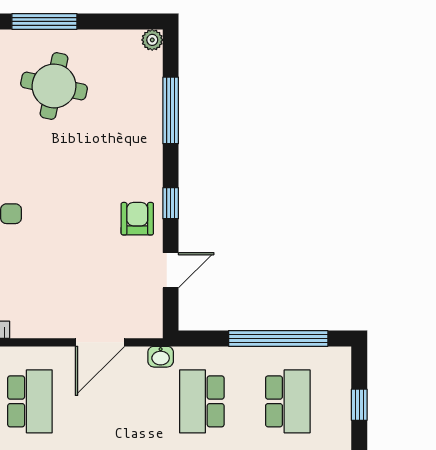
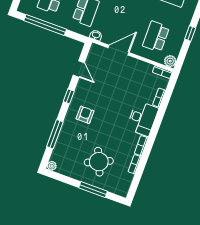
round table: (54, 86) -> (99, 162), turned -36
armchair: (137, 219) -> (85, 115), moved, turned 180
door: (171, 270) -> (79, 69), swing flipped

